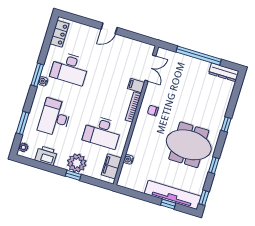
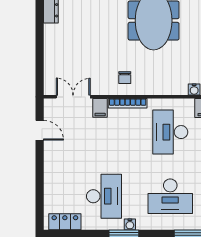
door: (109, 28) -> (40, 130), moved
window: (199, 56) -> (40, 42), removed
desk: (102, 132) -> (170, 132), turned 180

